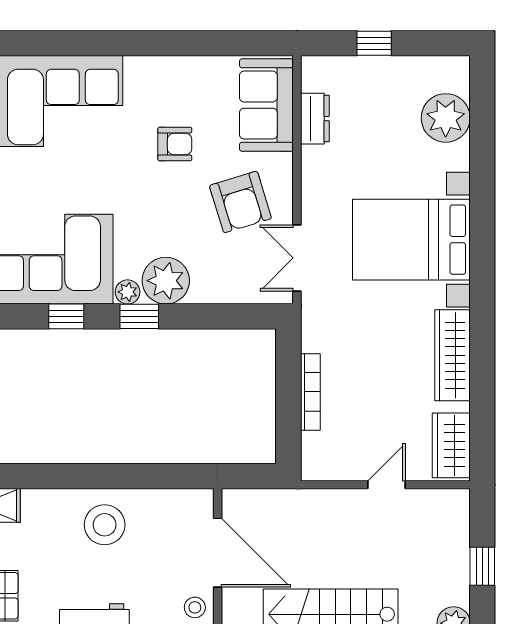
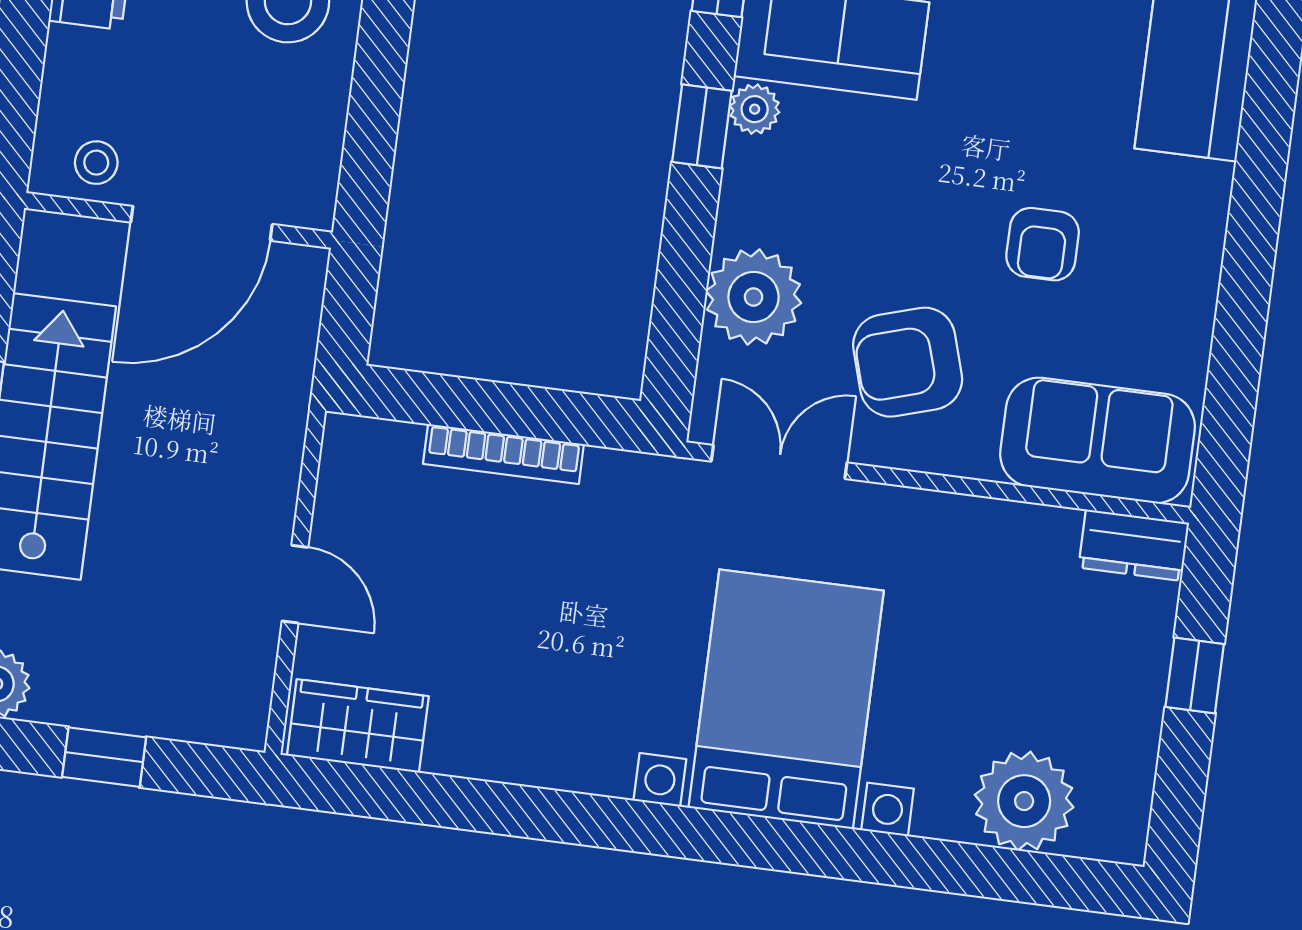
dresser: (315, 119) -> (1134, 545), moved
plant: (166, 281) -> (754, 297), moved
wardrobe: (452, 355) -> (541, 752), removed

